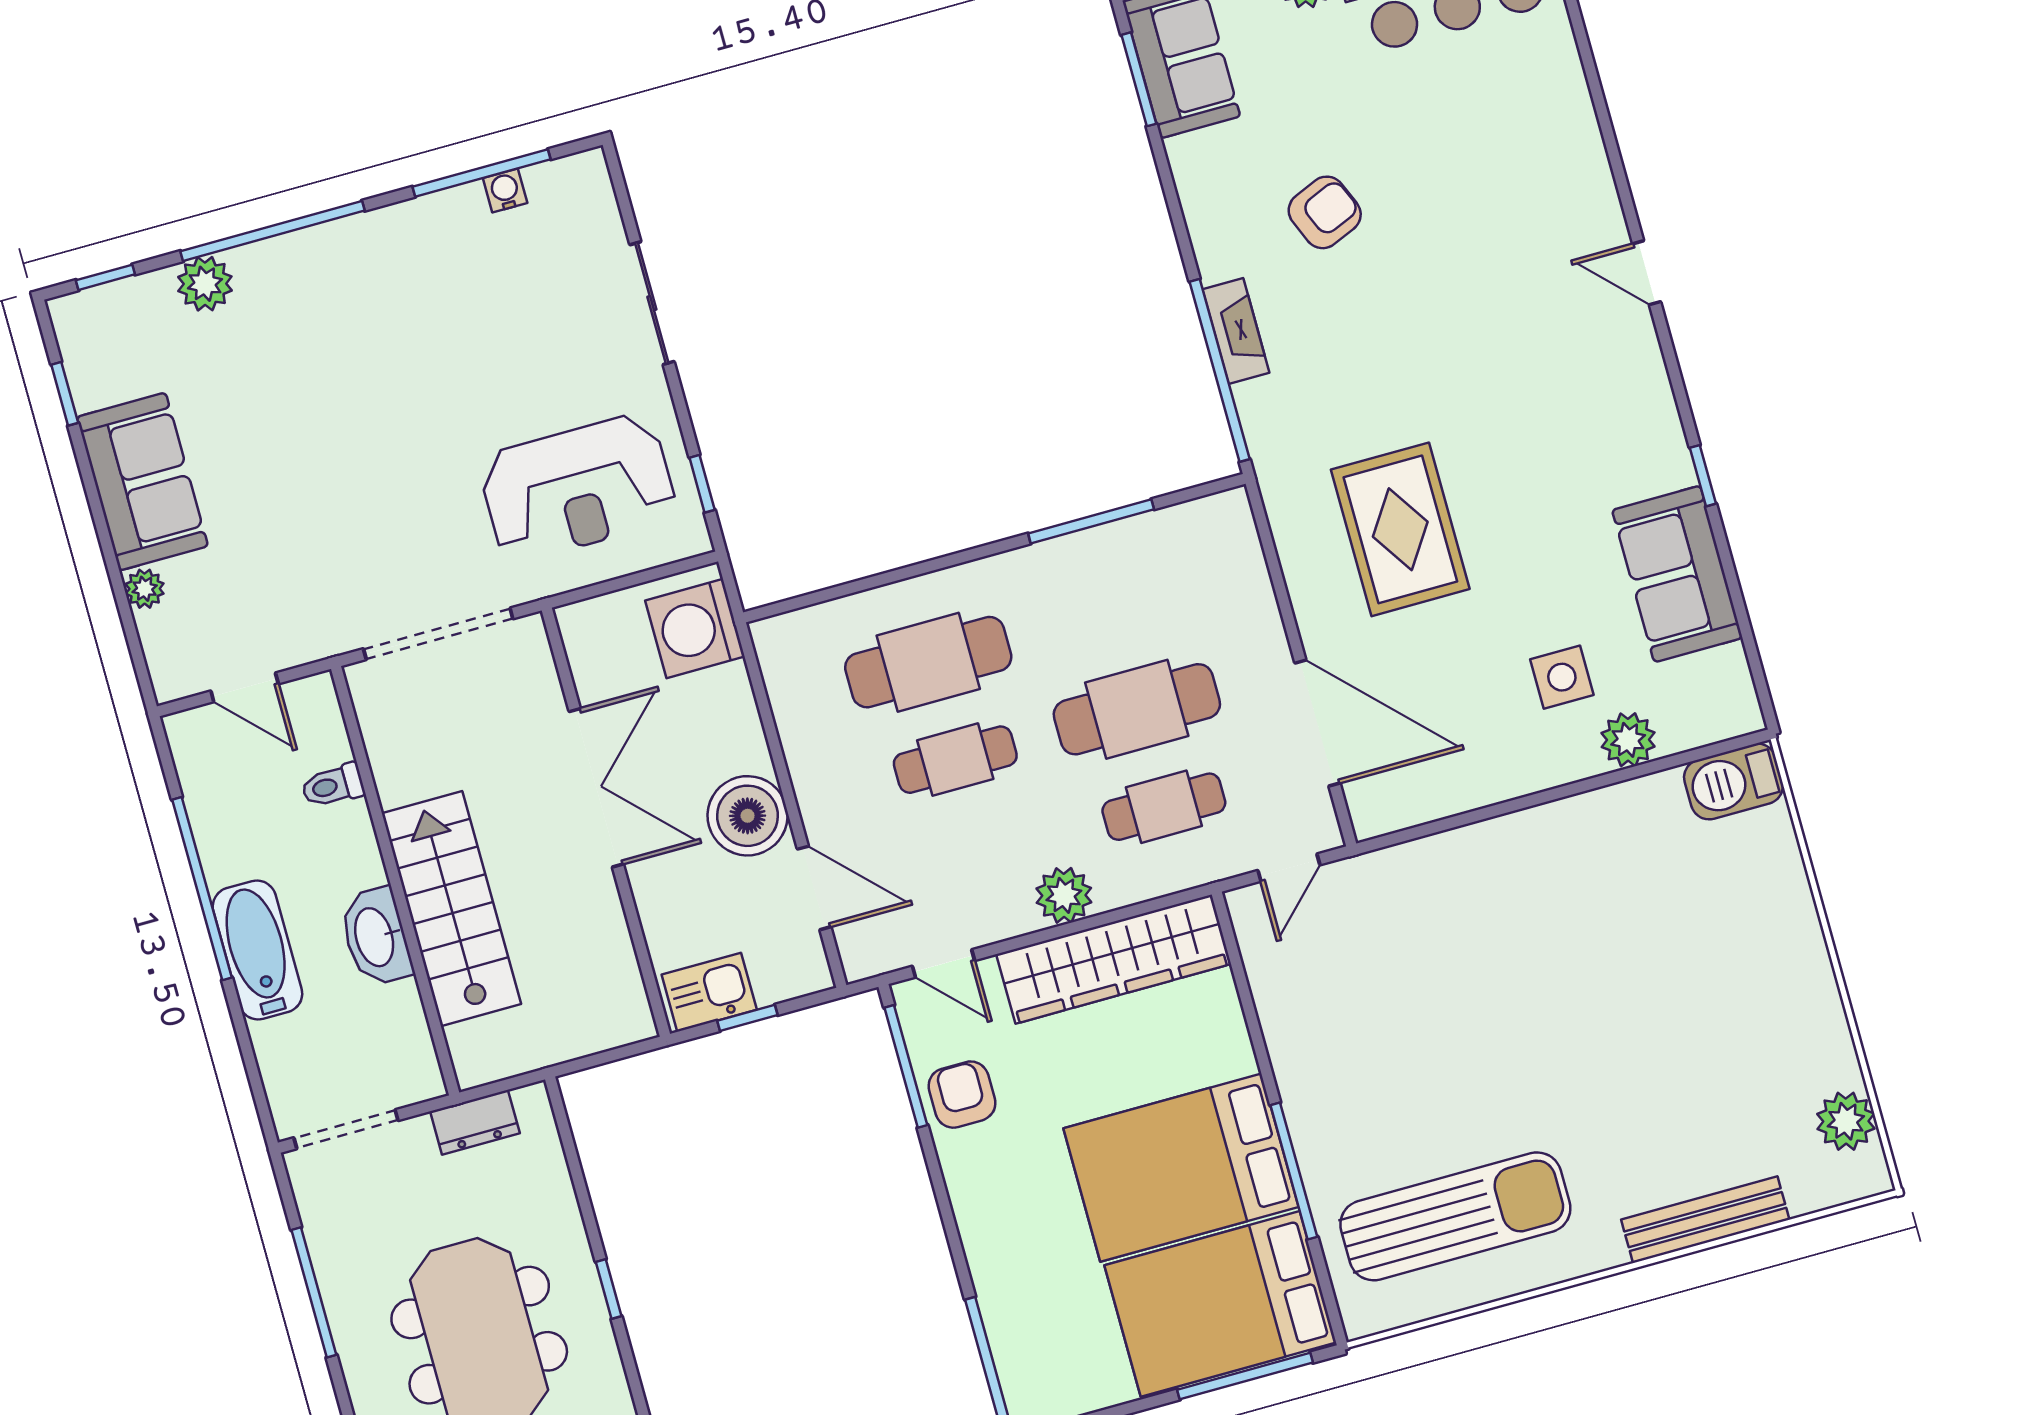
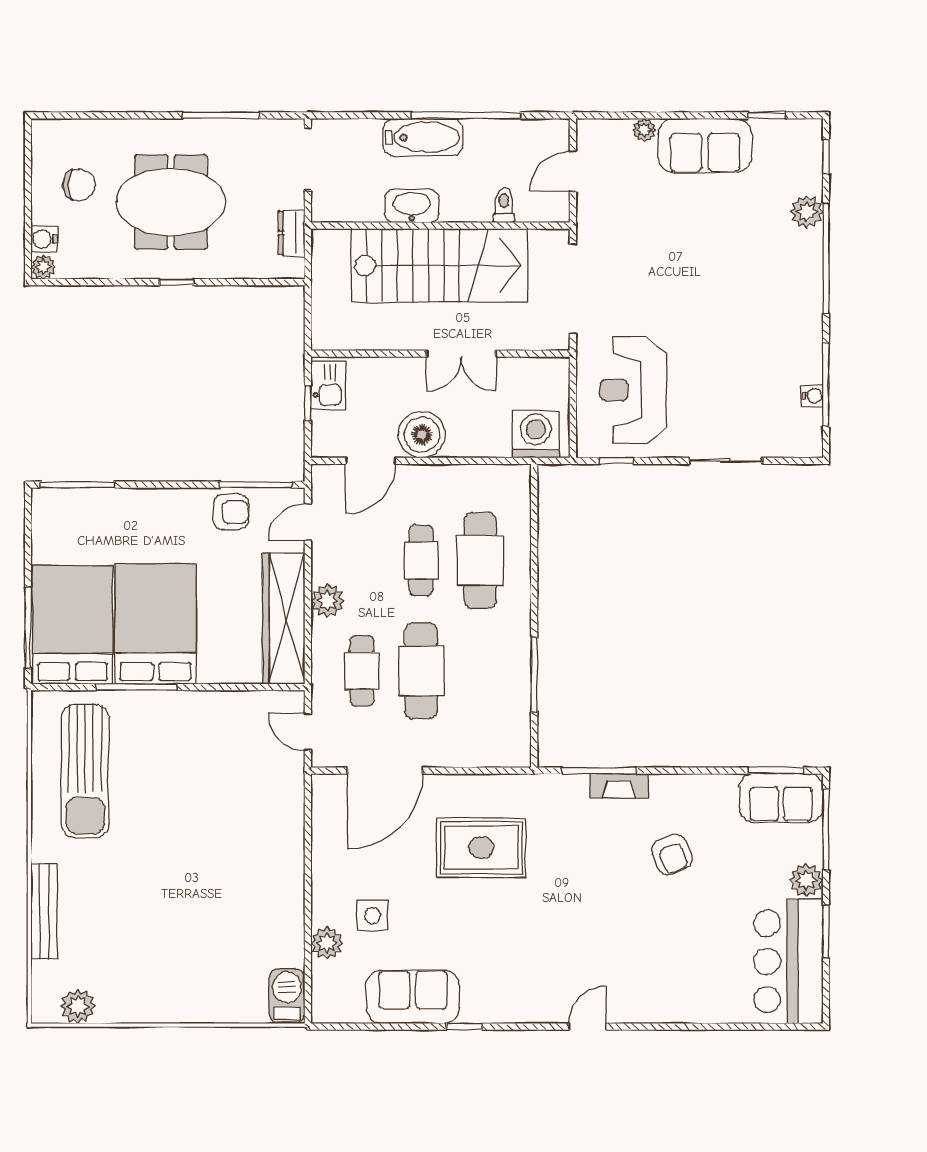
window: (1220, 370) -> (599, 771), width x0.68
double door: (596, 788) -> (461, 354), width x0.73
stairs: (451, 909) -> (439, 265), width x1.36, depth x1.51

